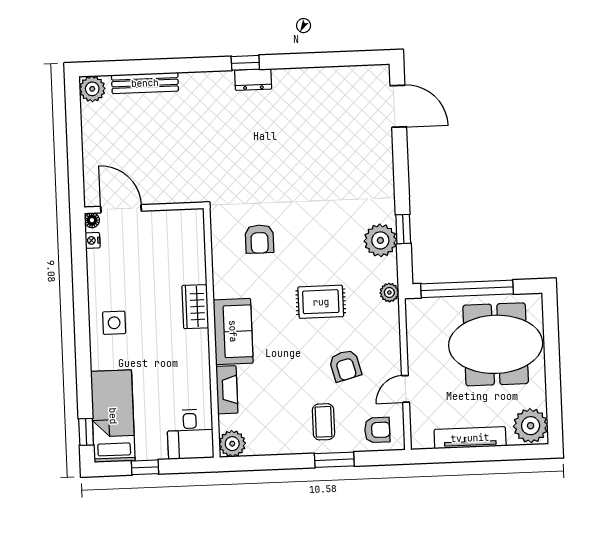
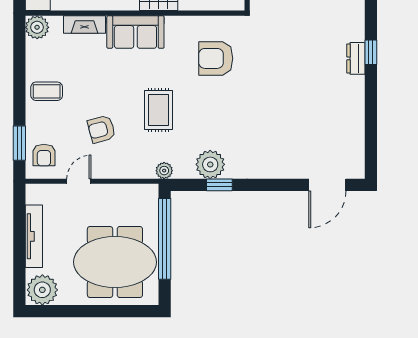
armchair: (259, 239) -> (216, 58), width x1.38, depth x1.38
meeting table: (496, 344) -> (115, 262), turned 90
door: (405, 389) -> (79, 181), hinge flipped
coffee table: (323, 422) -> (47, 91), moved
window: (334, 460) -> (19, 143), moved

